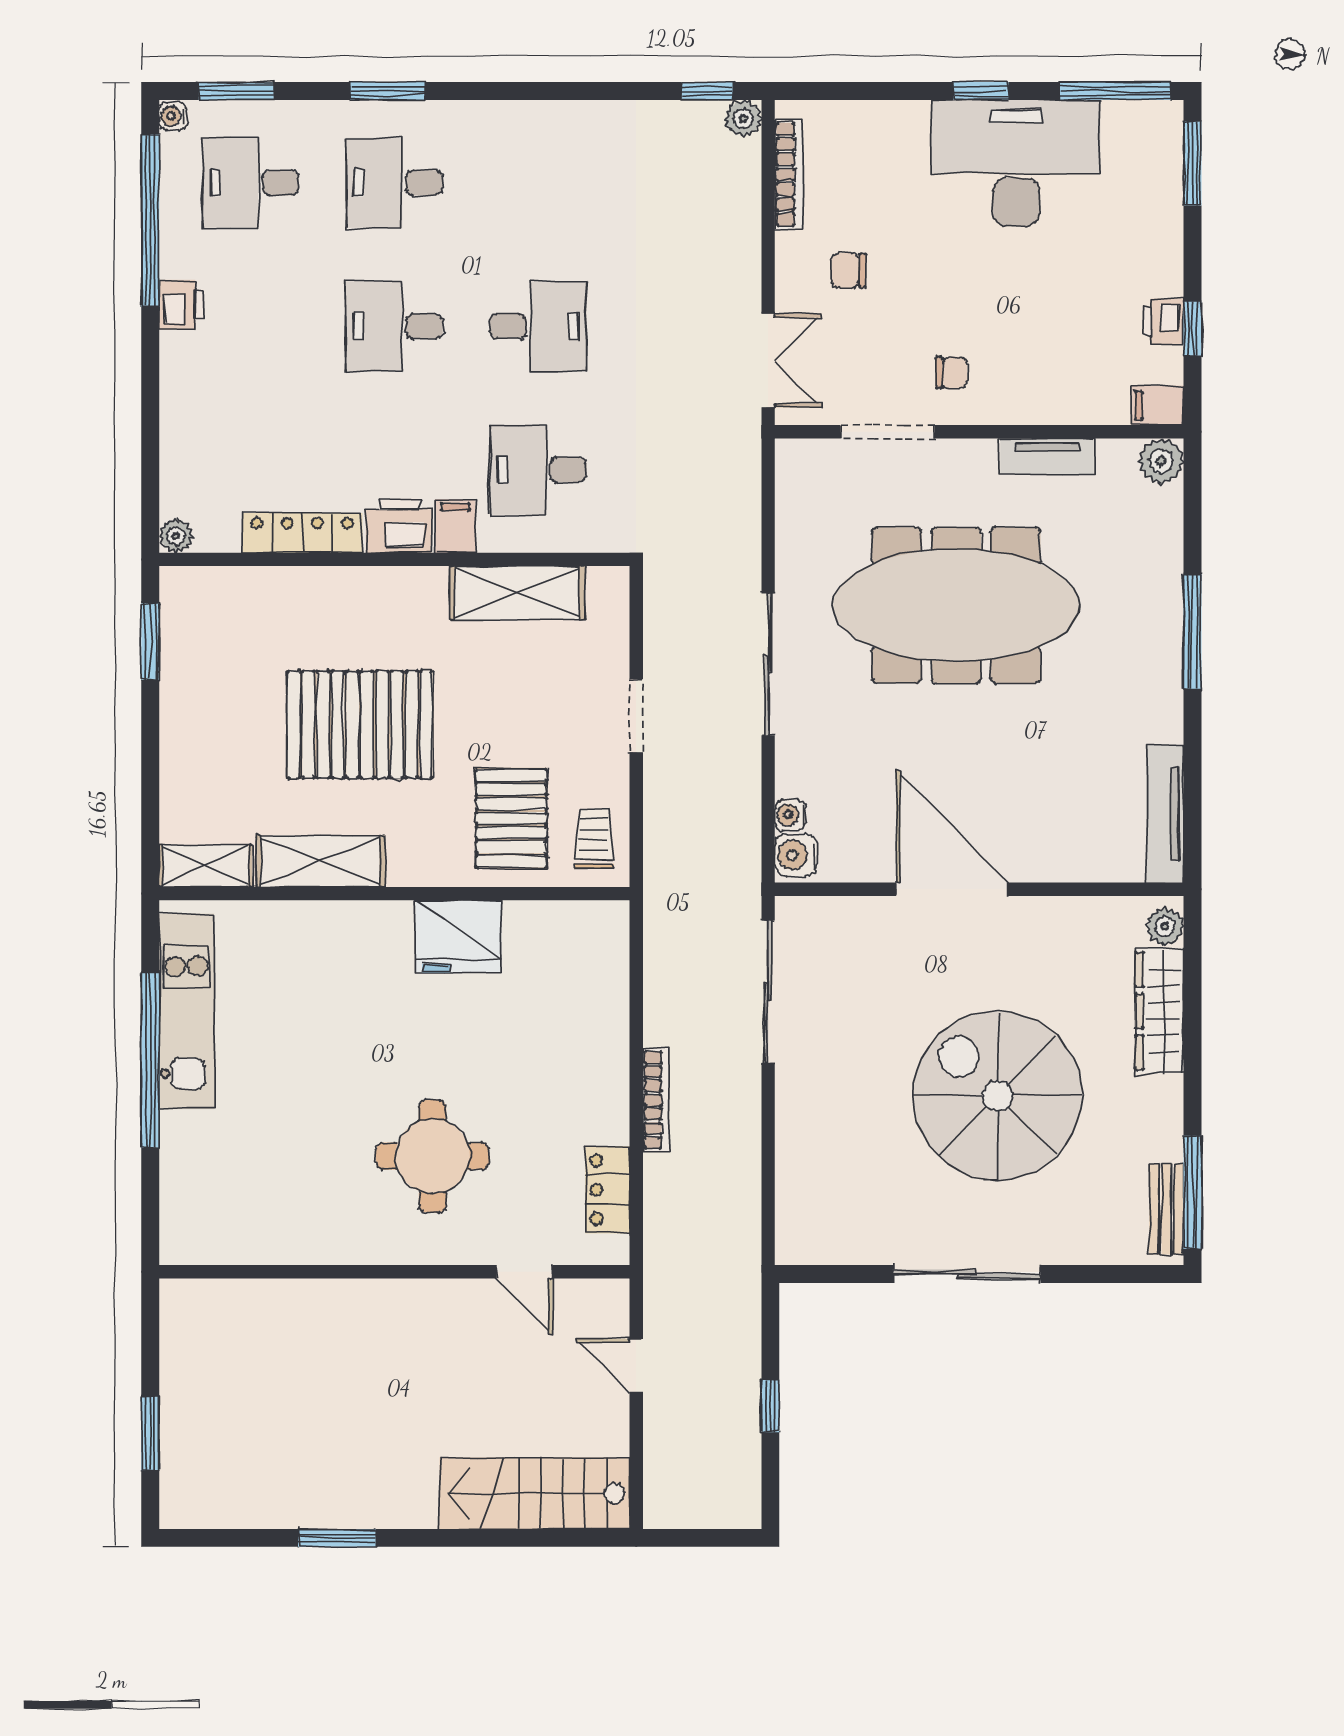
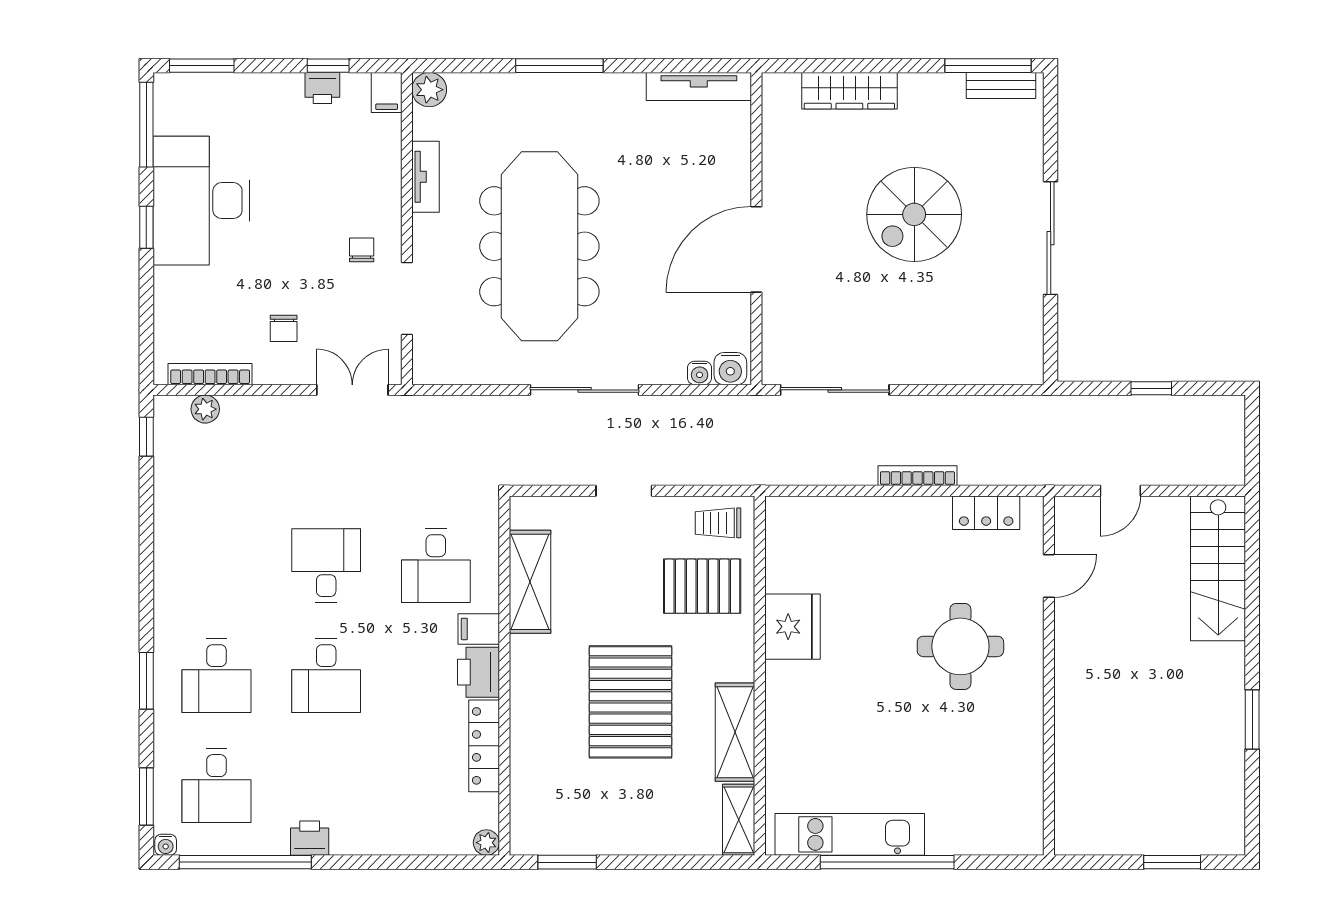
plant: (743, 118) -> (205, 409), moved
plant: (1165, 926) -> (785, 87), removed
spiral stairs: (998, 1096) -> (914, 214), width x0.73, depth x0.73

